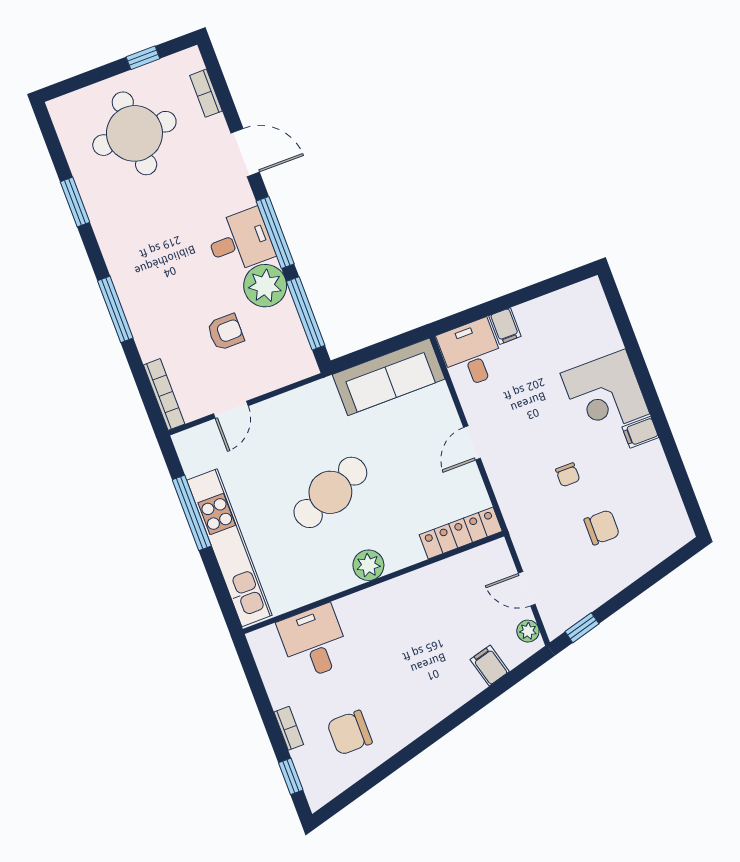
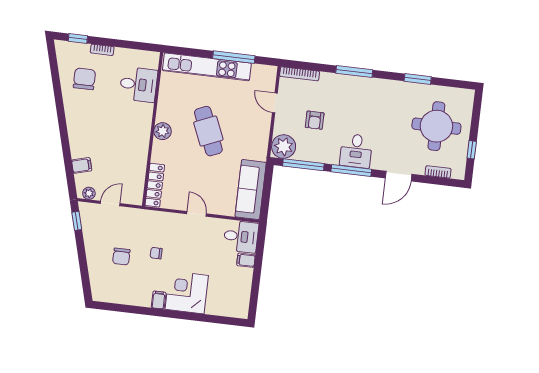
plant: (265, 286) -> (284, 147), moved

